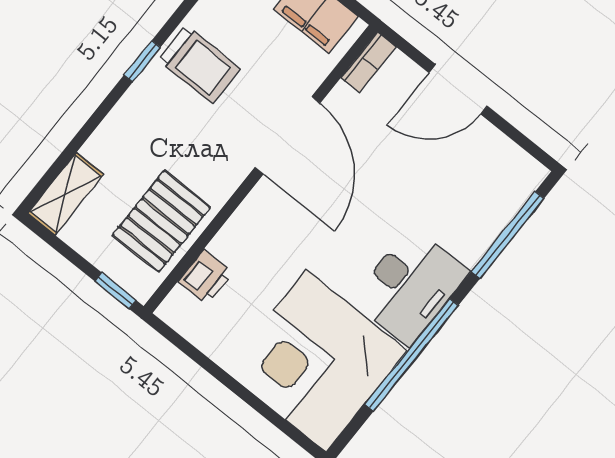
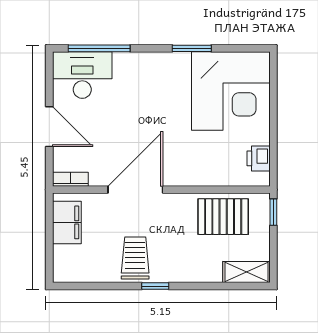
printer: (206, 277) -> (259, 158), moved, turned -90
desk: (410, 286) -> (82, 75), moved
window: (412, 355) -> (192, 48), width x0.47

